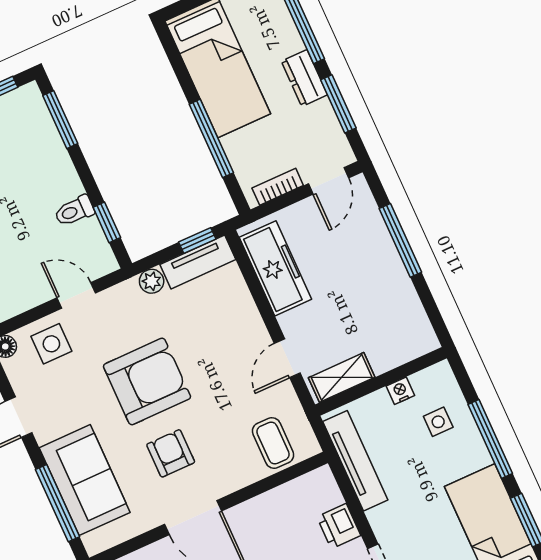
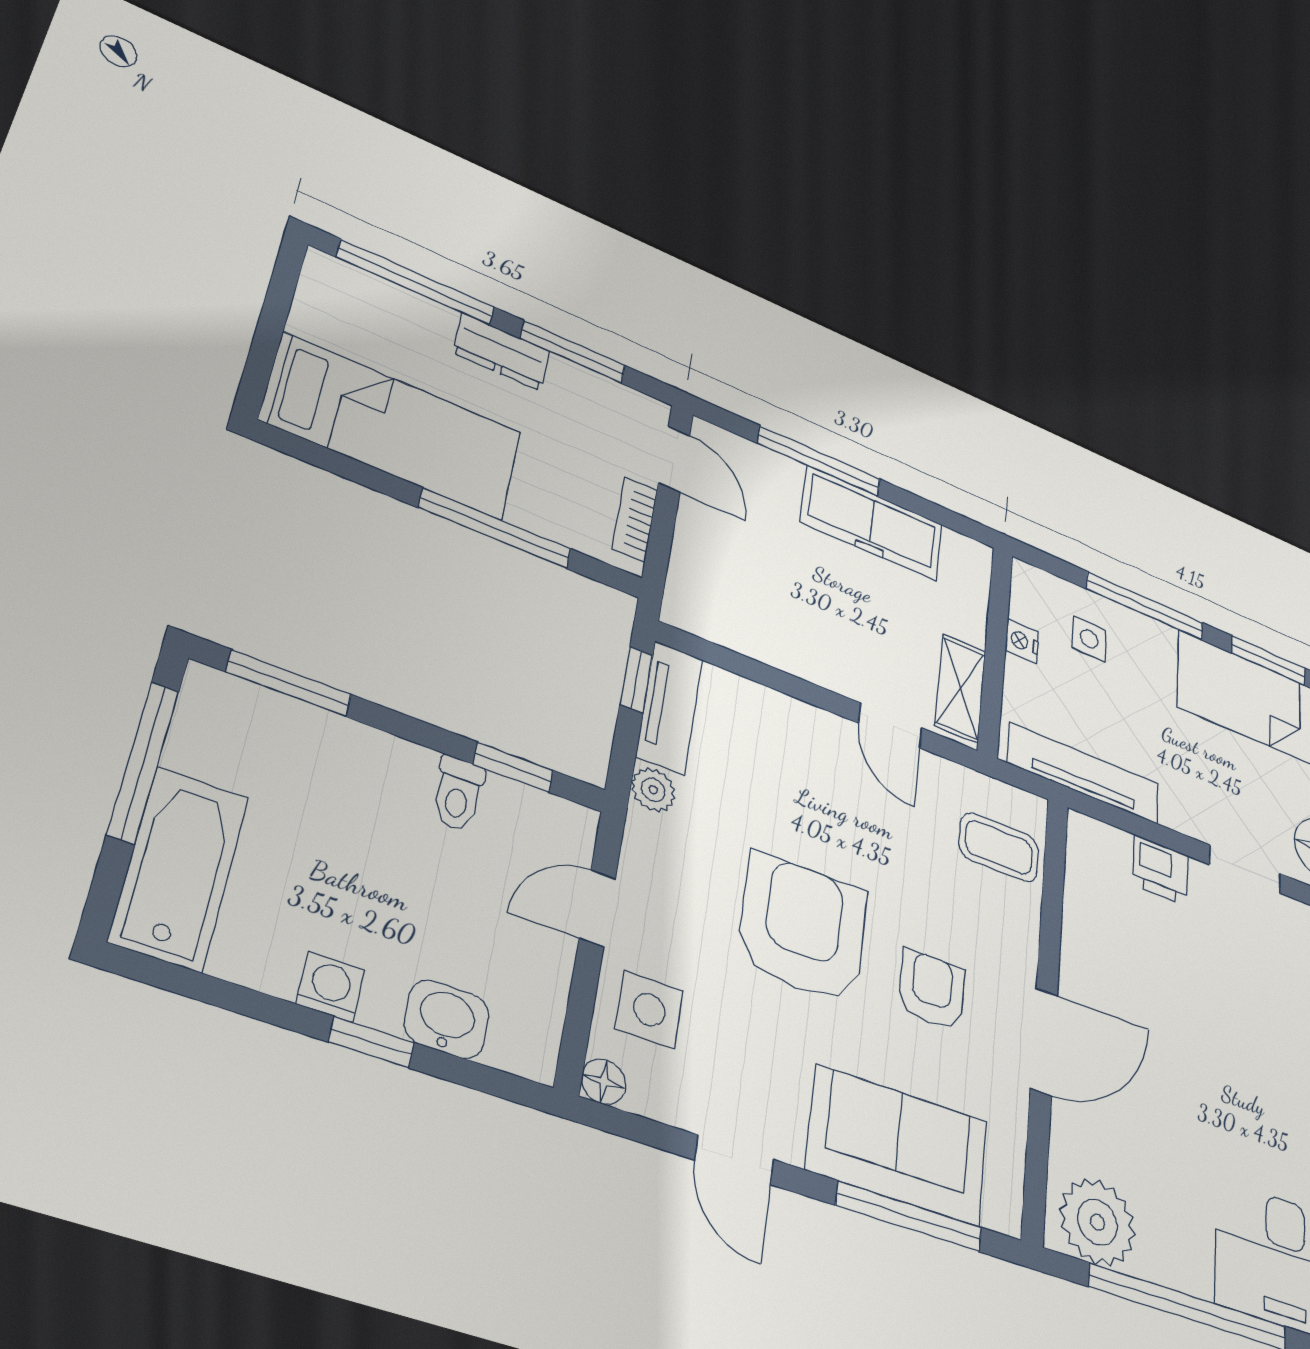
freezer: (275, 268) -> (872, 523), moved, turned 180
armchair: (171, 453) -> (932, 990), turned 90

